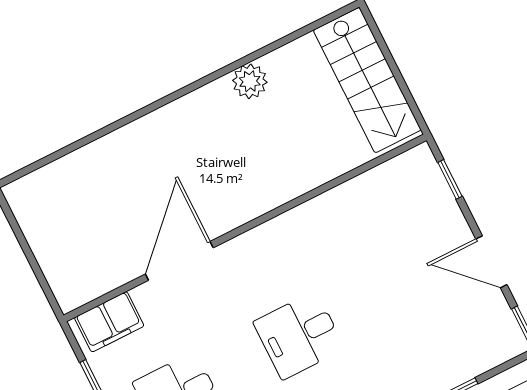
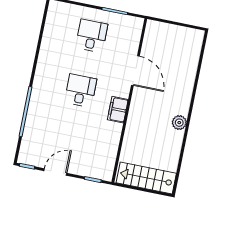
plant: (250, 81) -> (179, 123), moved
filing cabinet: (109, 322) -> (118, 110), moved

